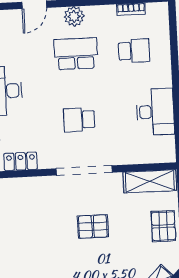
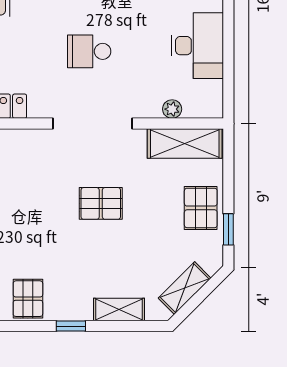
plant: (140, 157) -> (172, 109), added

